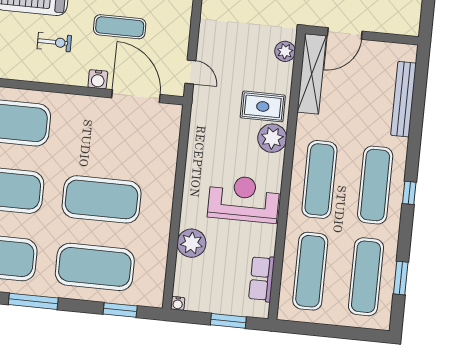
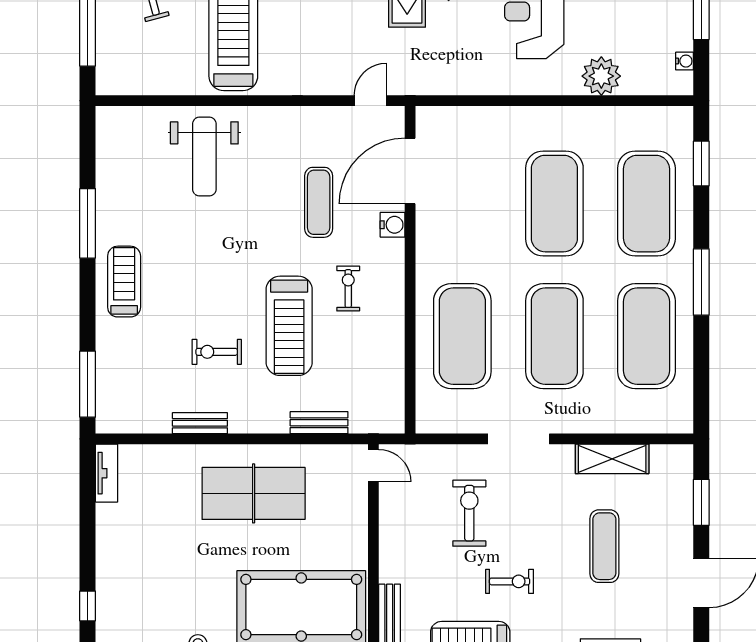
water cooler: (178, 303) -> (685, 61), moved

